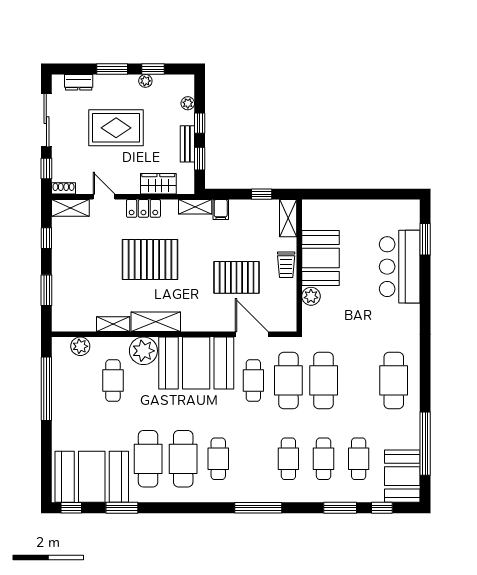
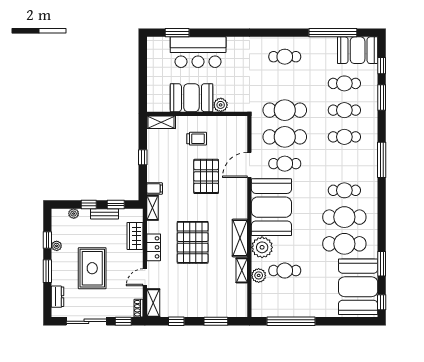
shelving: (288, 218) -> (161, 122), moved
booth: (320, 258) -> (191, 98), moved
wall: (299, 265) -> (197, 114), moved
plant: (311, 296) -> (221, 105), moved
plant: (80, 346) -> (259, 275), moved
cafe table: (394, 380) -> (285, 57), width x0.73, depth x0.74

